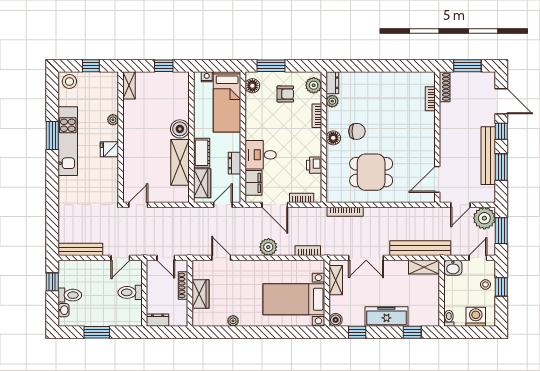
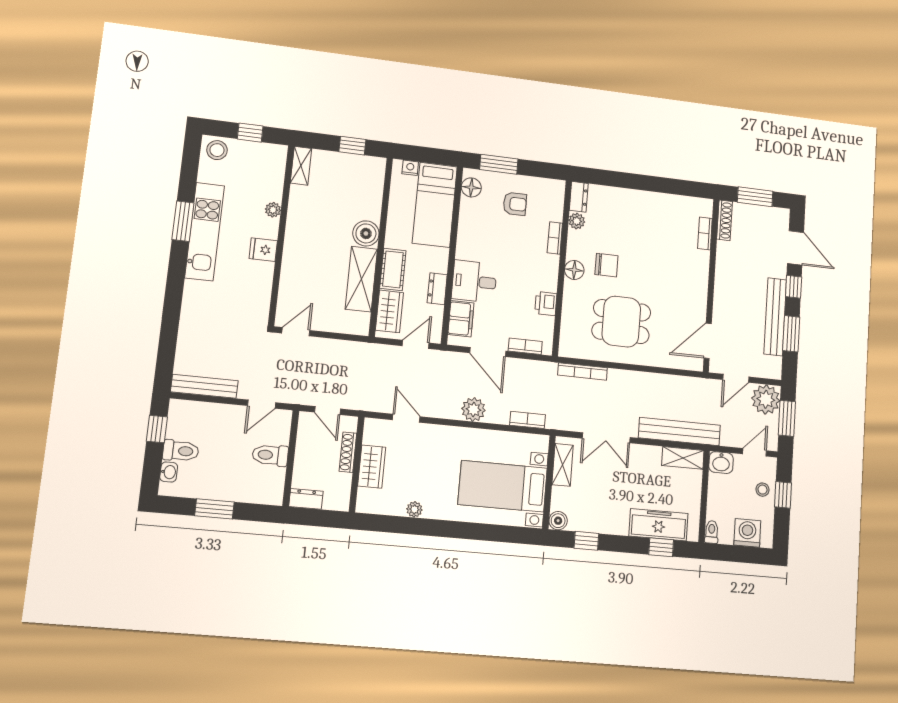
plant: (314, 85) -> (554, 197), removed
freezer: (386, 316) -> (659, 525), moved

